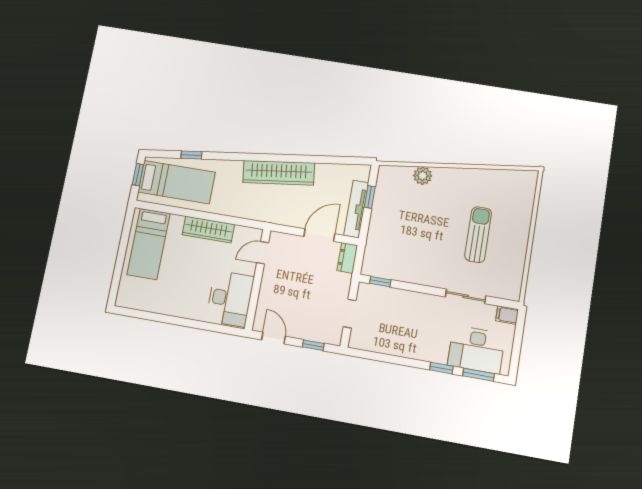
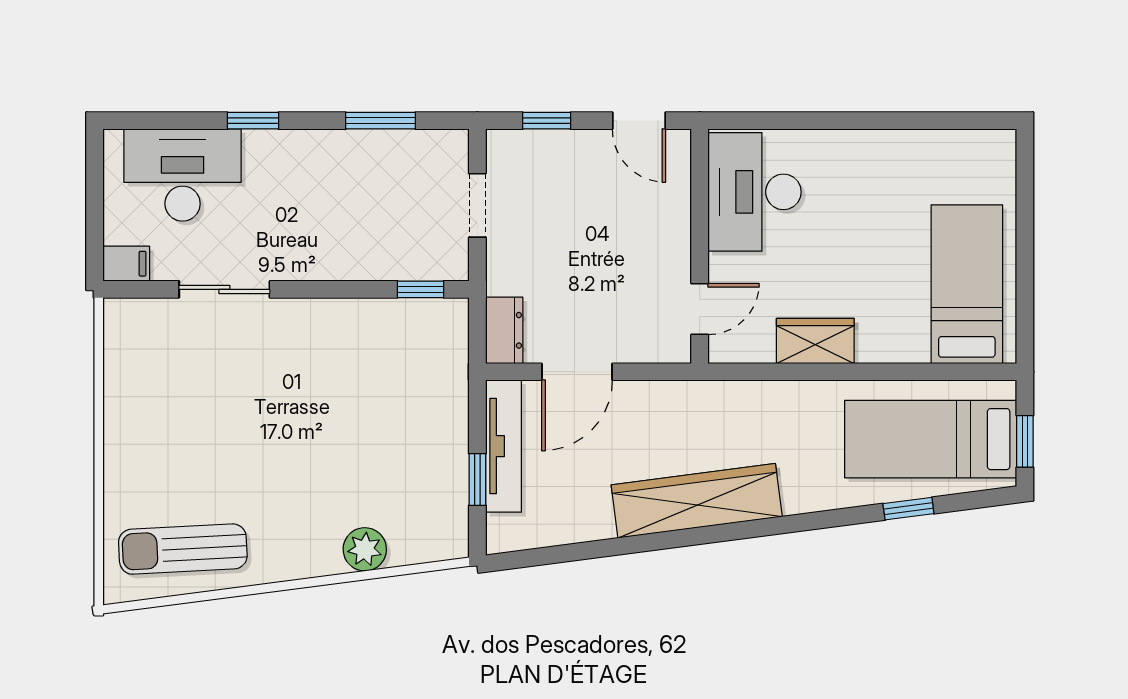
wardrobe: (208, 230) -> (815, 341), width x0.67
sun lounger: (478, 235) -> (183, 549), moved, turned 87
window: (479, 375) -> (380, 121), moved

